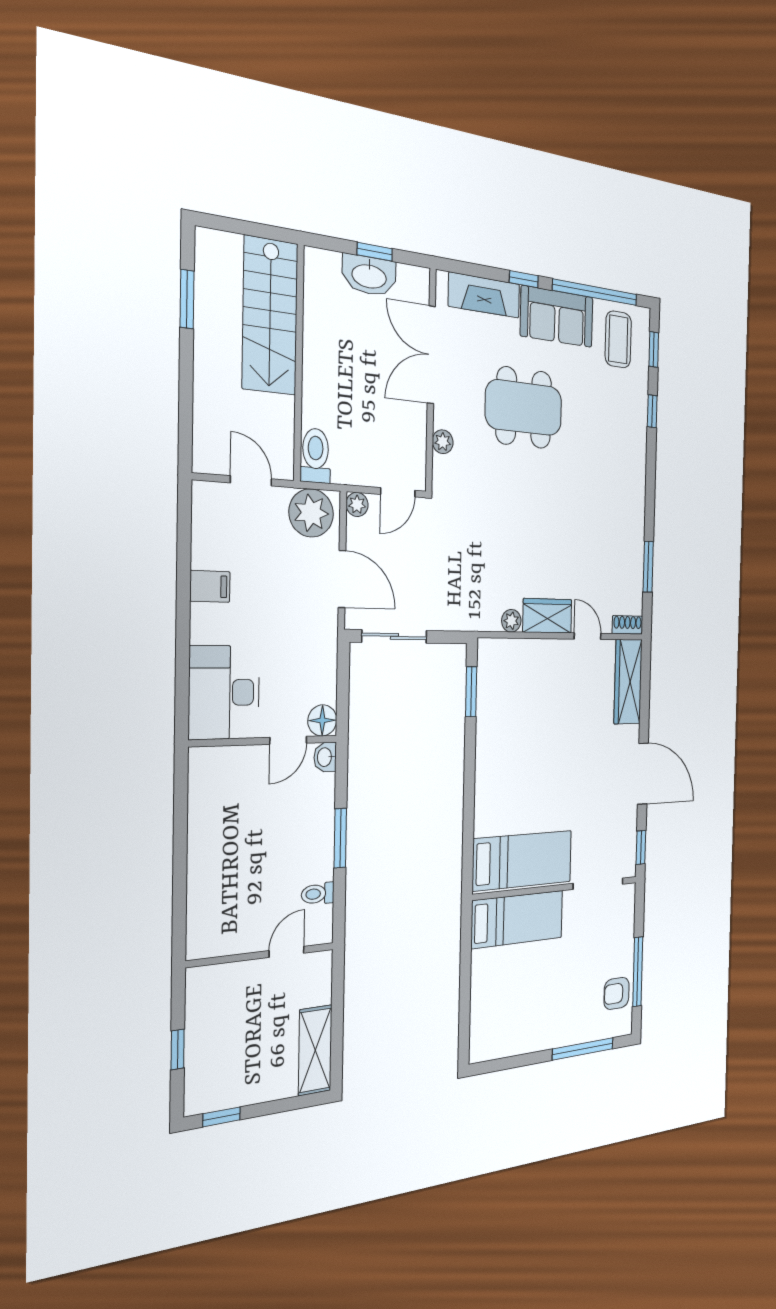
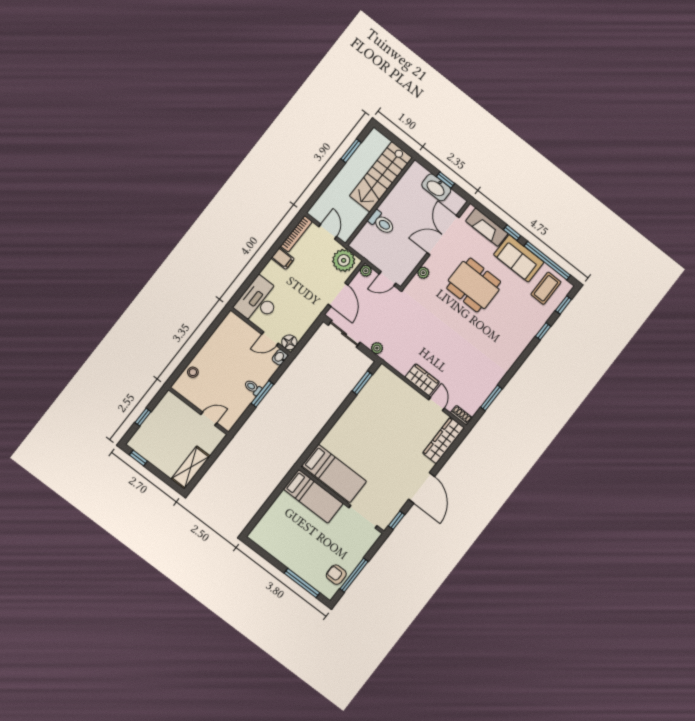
toilet: (315, 456) -> (382, 223), moved, turned 90
bookcase: (202, 524) -> (296, 234), added
plant: (511, 621) -> (377, 348), moved
toilet: (318, 894) -> (253, 387), moved
stool: (204, 903) -> (193, 372), added

